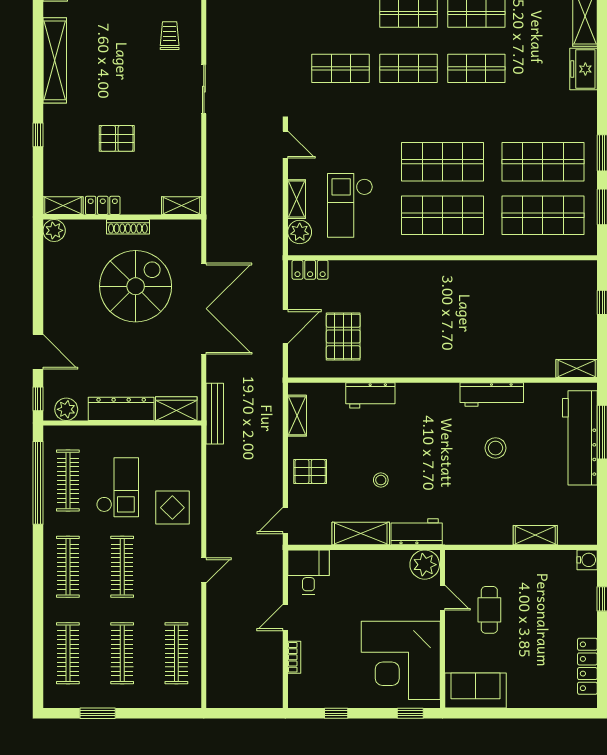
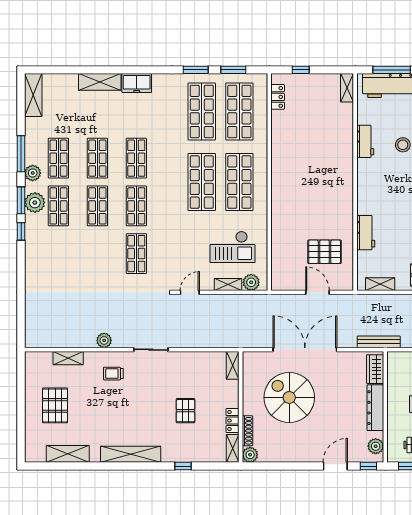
plant: (217, 23) -> (104, 340), added
shoe rack: (128, 227) -> (247, 431), moved
locker: (310, 270) -> (278, 97), moved
workbench: (492, 395) -> (365, 141), width x0.73

